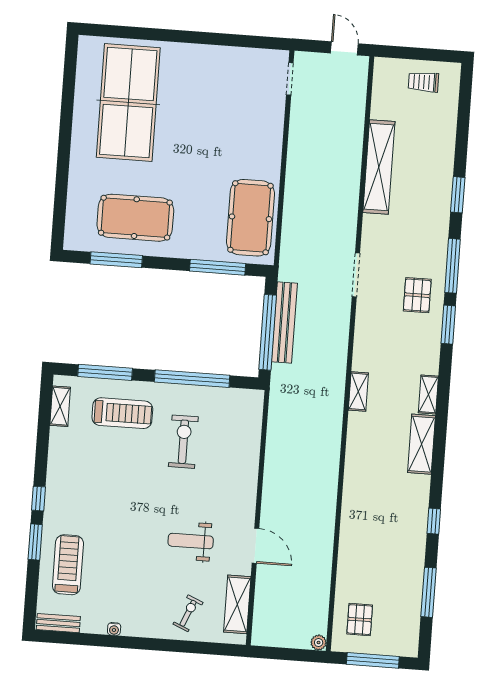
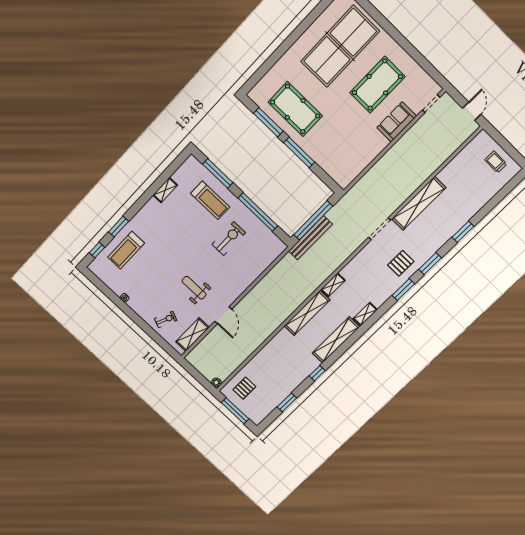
sofa: (268, 133) -> (397, 122), added
shelving: (379, 167) -> (419, 203), moved
pool table: (250, 218) -> (377, 85), moved
window: (452, 266) -> (430, 264), width x0.69
window: (218, 267) -> (299, 152), moved
bench: (284, 322) -> (310, 238), moved
shelving: (60, 406) -> (165, 190), moved
shelving: (422, 444) -> (336, 340), width x1.47
shelving: (356, 454) -> (307, 313), added
window: (38, 499) -> (97, 250), moved
treadmill: (68, 565) -> (126, 250), turned 180
window: (429, 592) -> (287, 402), width x0.69
bench: (58, 623) -> (100, 273), removed

